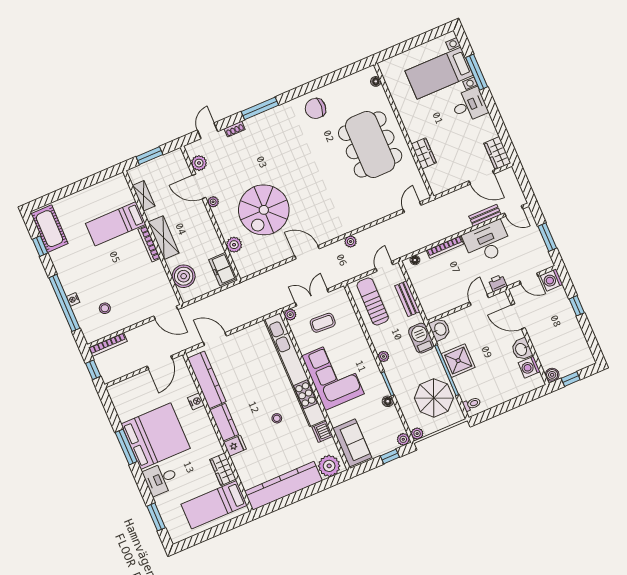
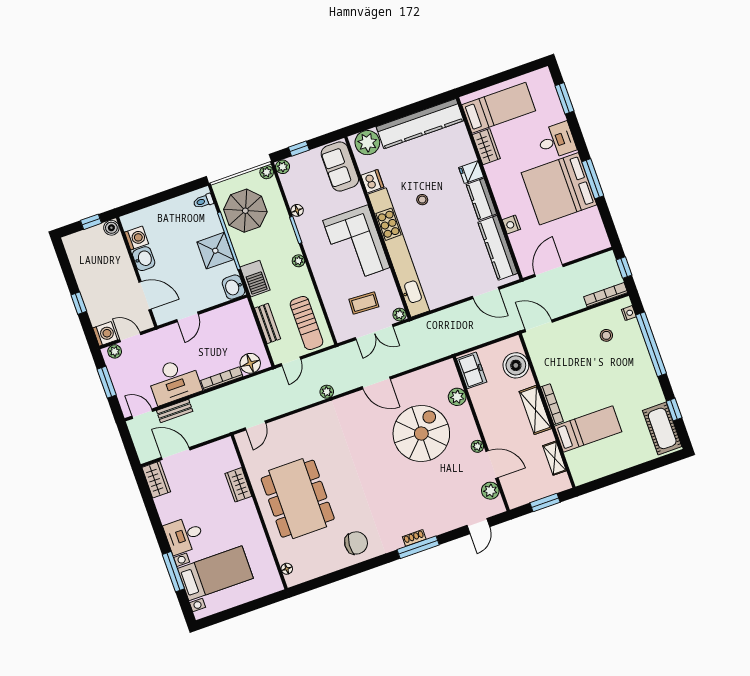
shoe rack: (235, 129) -> (414, 538), moved
floor lamp: (415, 260) -> (250, 363), width x1.89, depth x1.89
plant: (542, 265) -> (115, 351), added
printer: (498, 283) -> (165, 334), removed
nightstand: (73, 299) -> (629, 313), moved

